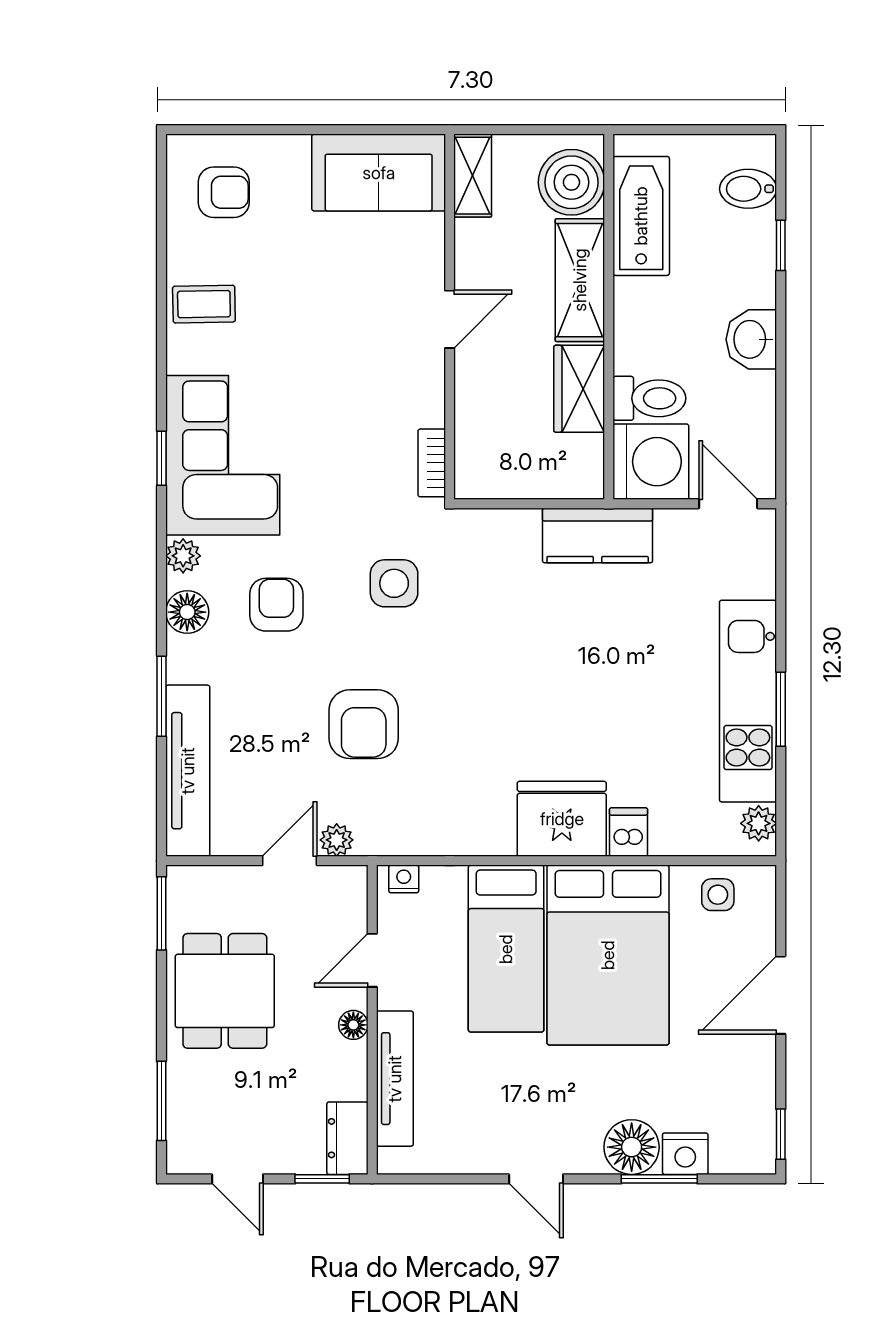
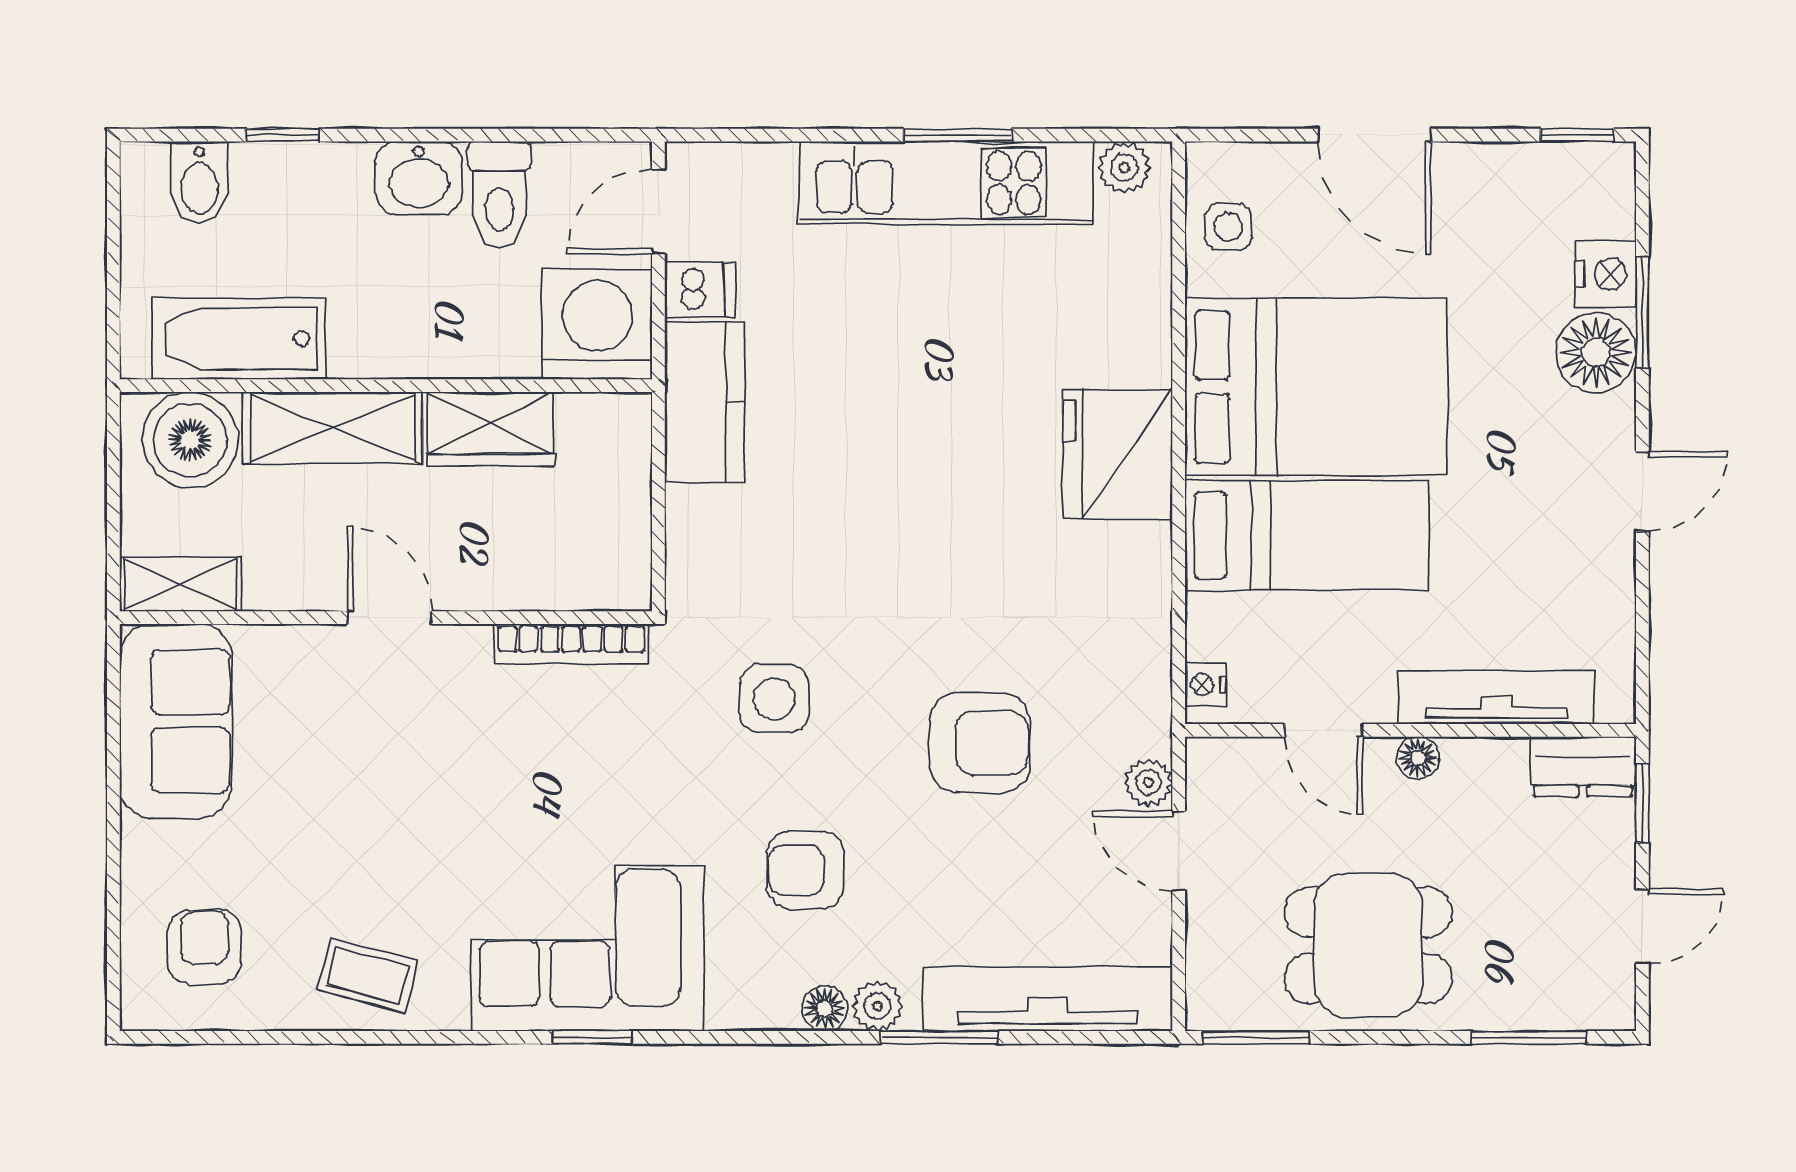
coffee table: (204, 304) -> (367, 976), turned -74
toilet: (649, 398) -> (499, 194), moved, turned 180
bookcase: (432, 463) -> (571, 644), width x1.56
plant: (183, 556) -> (878, 1006), moved
floor lamp: (187, 612) -> (825, 1008), width x0.73, depth x0.73
dishwasher: (629, 832) -> (700, 289), moved, turned 180

